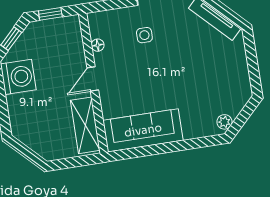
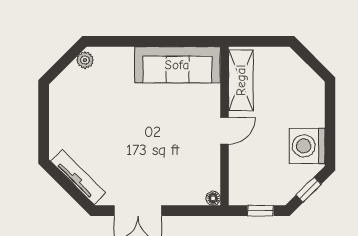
side table: (144, 35) -> (159, 171), removed
floor lamp: (98, 45) -> (213, 198), moved

